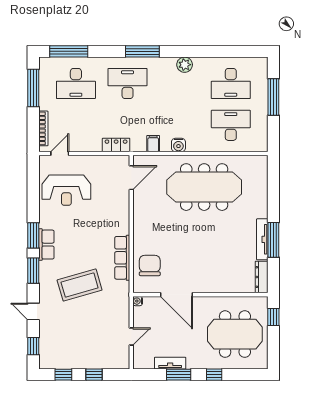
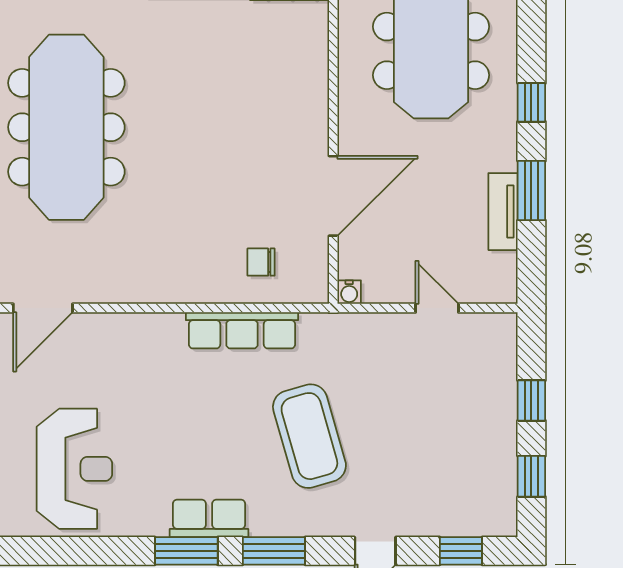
door: (131, 178) -> (43, 308), swing flipped
chair: (150, 266) -> (261, 262), width x0.54, depth x0.54

